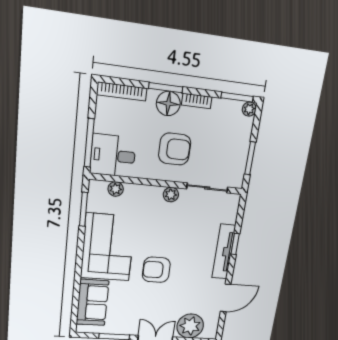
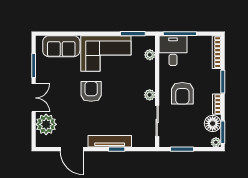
floor lamp: (168, 104) -> (213, 123), moved

